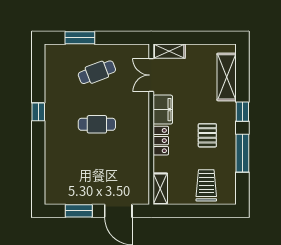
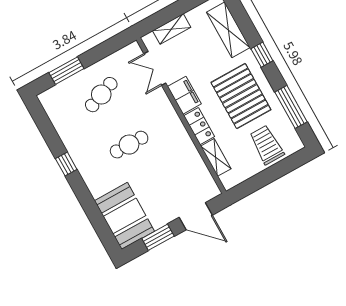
shelving: (169, 51) -> (172, 29), moved
pallet: (207, 135) -> (241, 96), width x2.05, depth x2.00
window: (242, 153) -> (291, 107), moved
booth: (62, 179) -> (124, 216), added
shelving: (160, 189) -> (216, 157), moved

